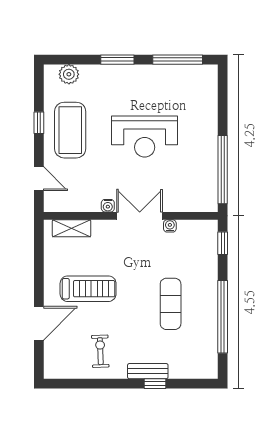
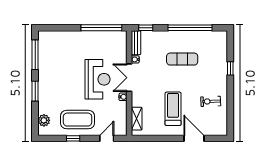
reception desk: (145, 137) -> (98, 79), moved
bench: (148, 371) -> (136, 43), moved

